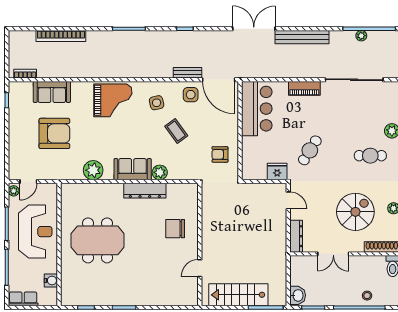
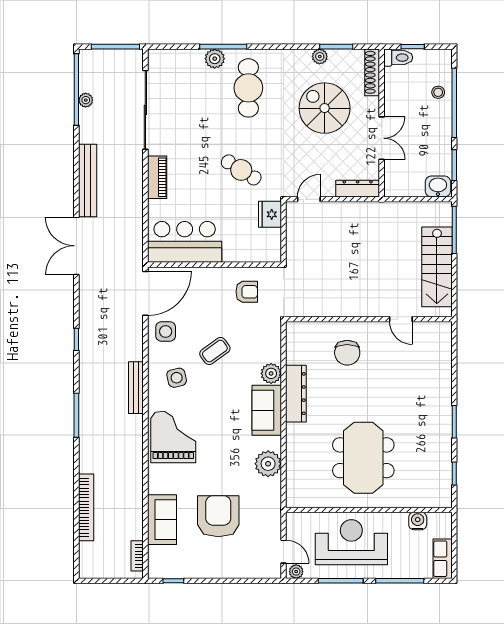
bench: (187, 73) -> (136, 388), moved, width x1.36
armchair: (220, 154) -> (247, 292), turned -90
cafe table: (370, 156) -> (248, 88), width x1.37, depth x1.35

